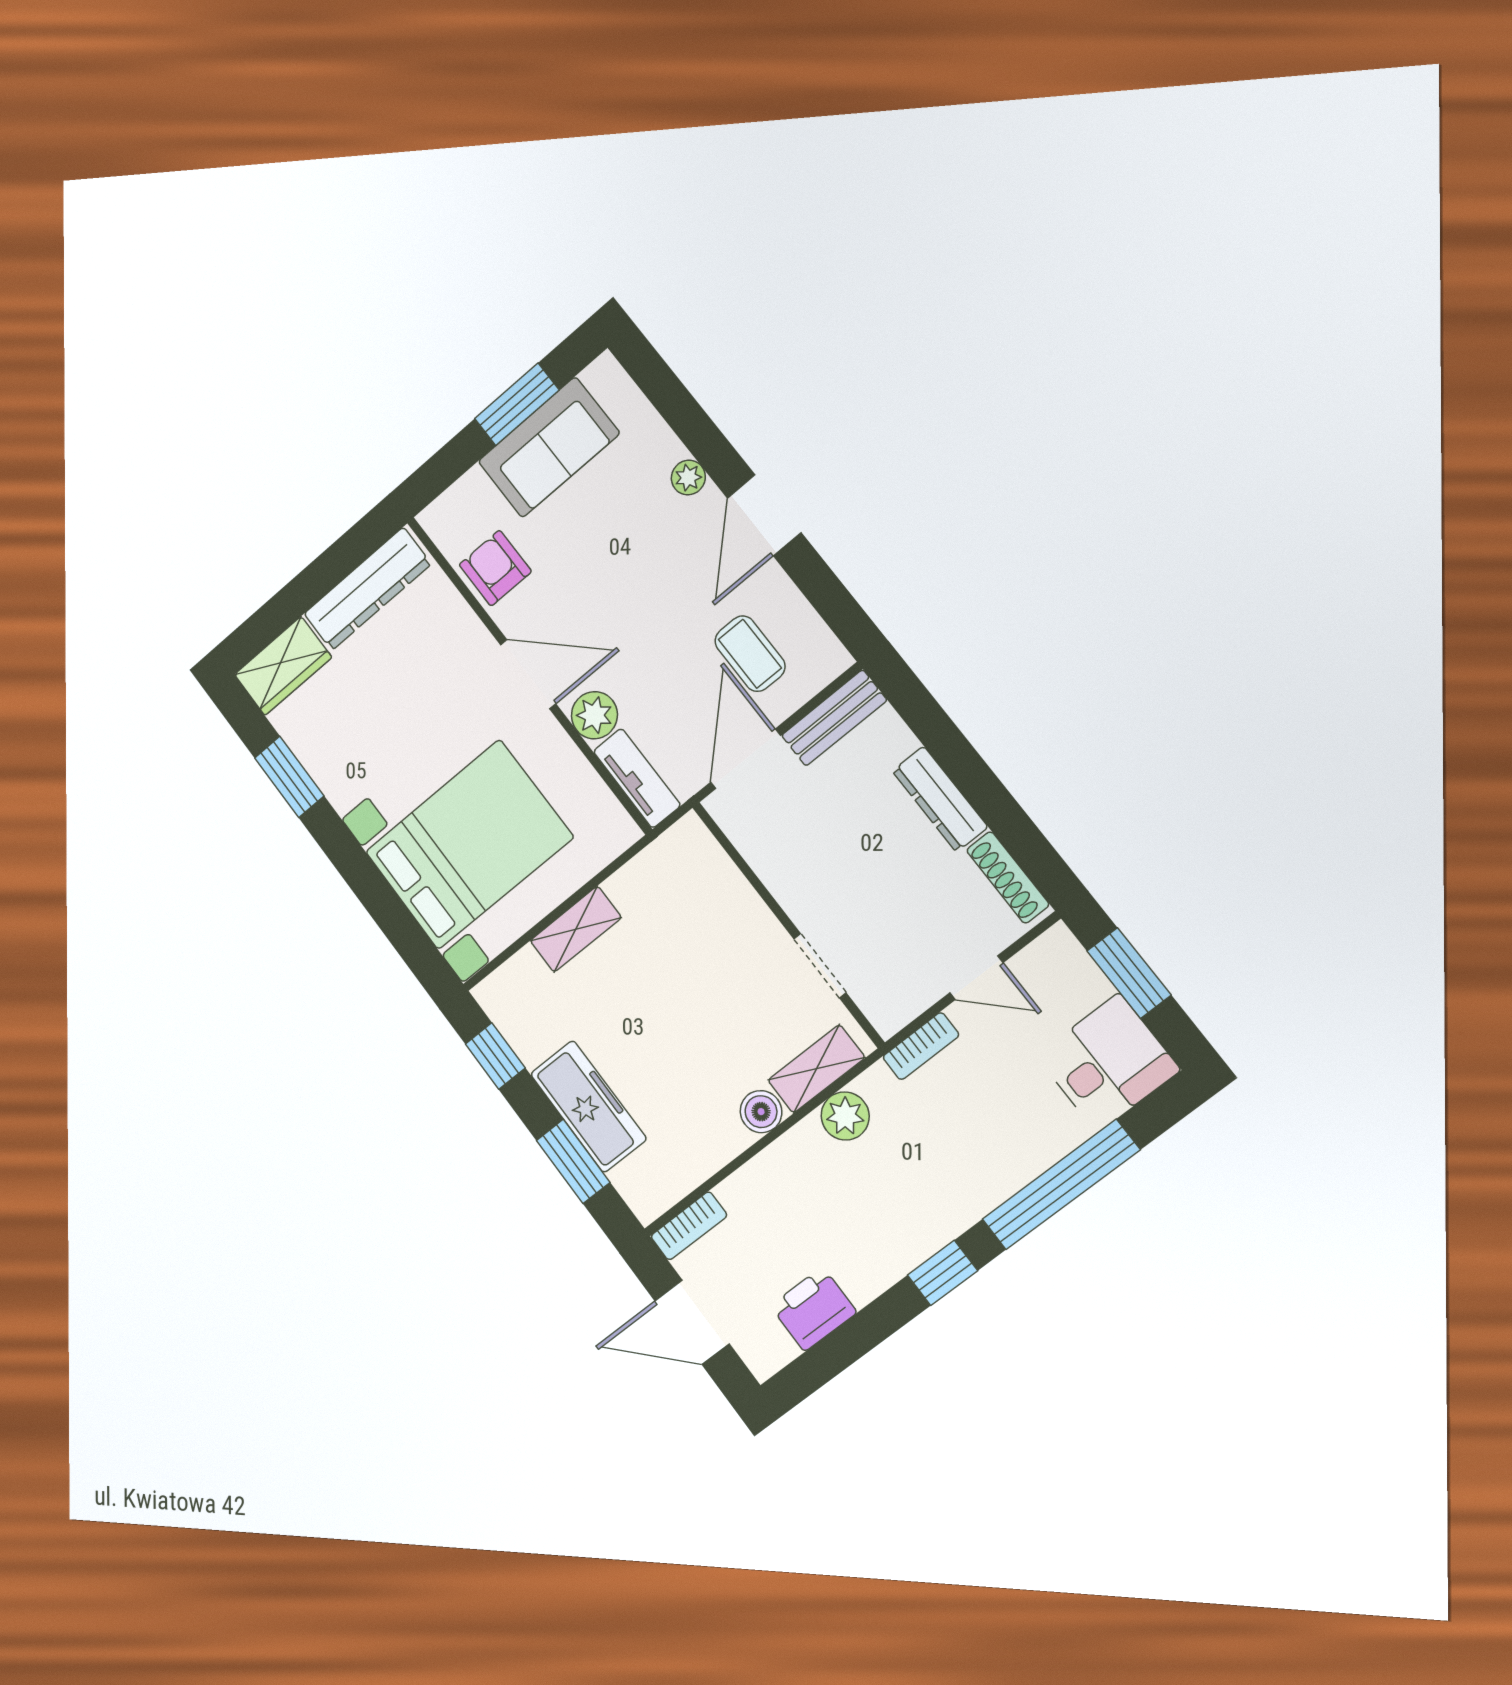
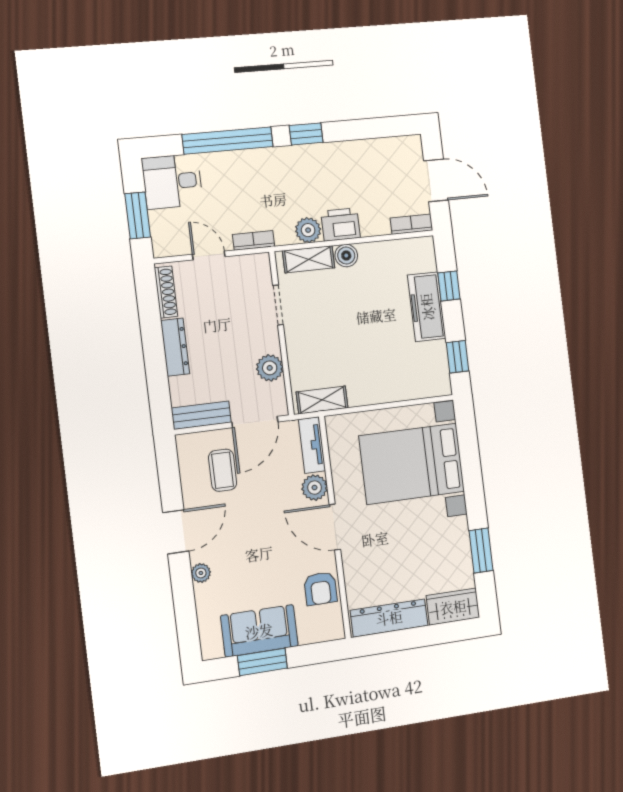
plant: (773, 858) -> (270, 368), added
shelving: (576, 929) -> (322, 400), moved
window: (573, 1161) -> (449, 286), width x0.67
printer: (813, 1309) -> (341, 225), moved, turned 180

